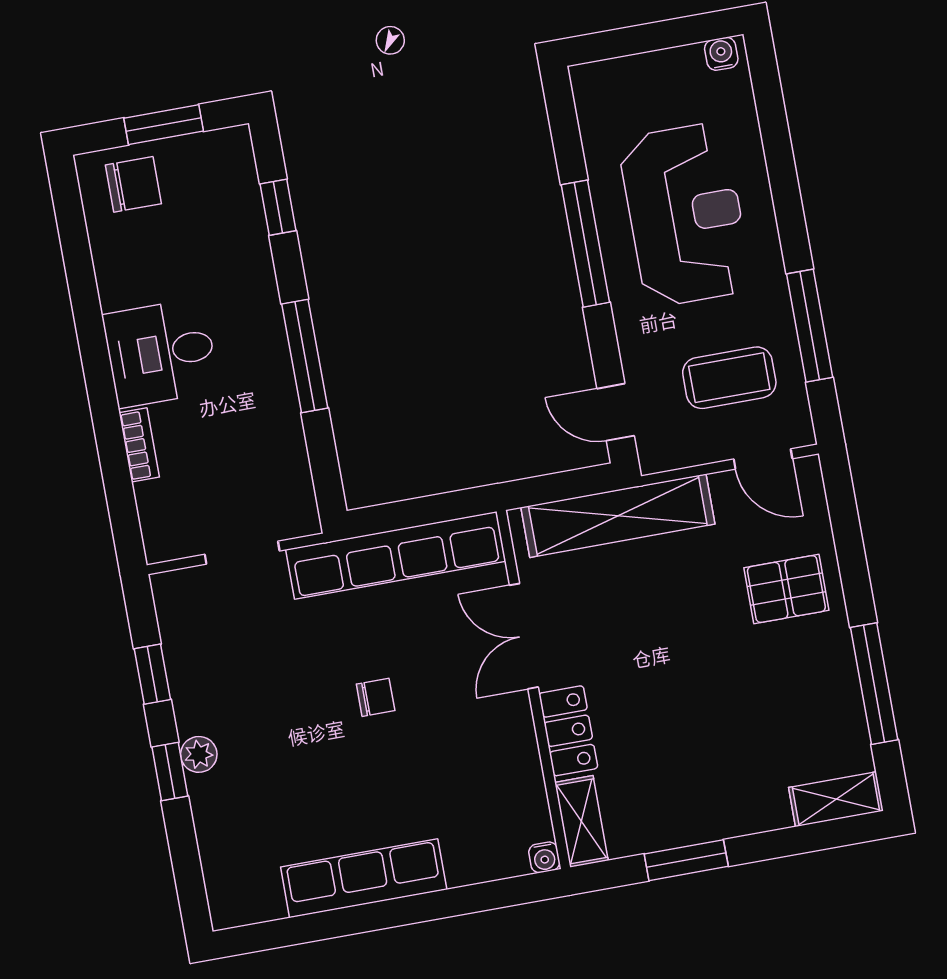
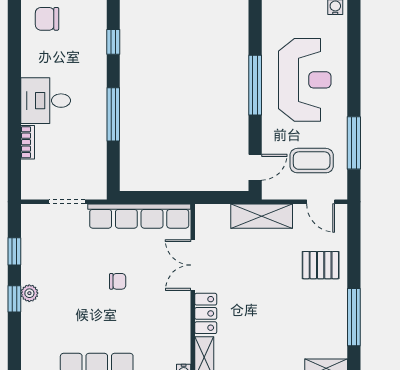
chair: (133, 184) -> (47, 19), turned 180
door: (616, 412) -> (255, 167), swing flipped
shelving: (618, 516) -> (262, 216), width x0.68

